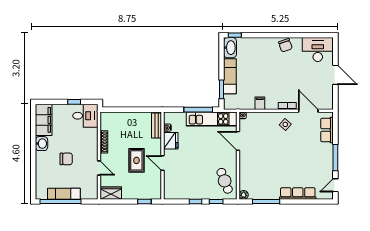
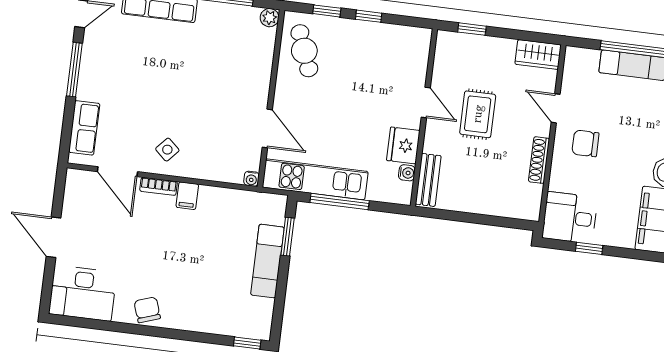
washbasin: (230, 48) -> (260, 319), removed
filing cabinet: (260, 103) -> (187, 196), moved
chair: (66, 159) -> (585, 143), moved

